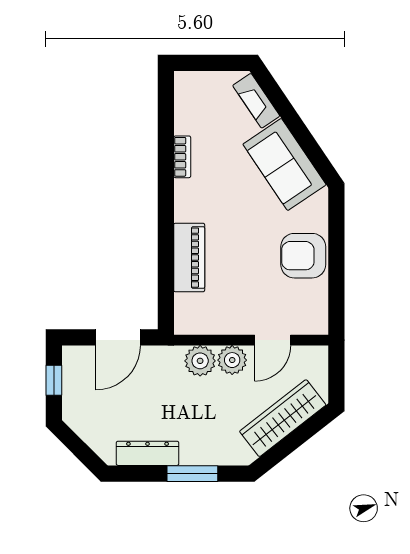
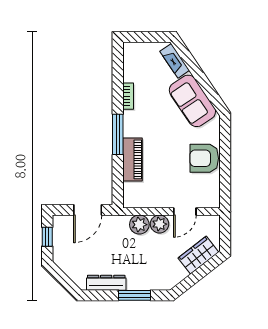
window: (166, 218) -> (118, 134), added
wardrobe: (283, 418) -> (198, 255), width x0.67

